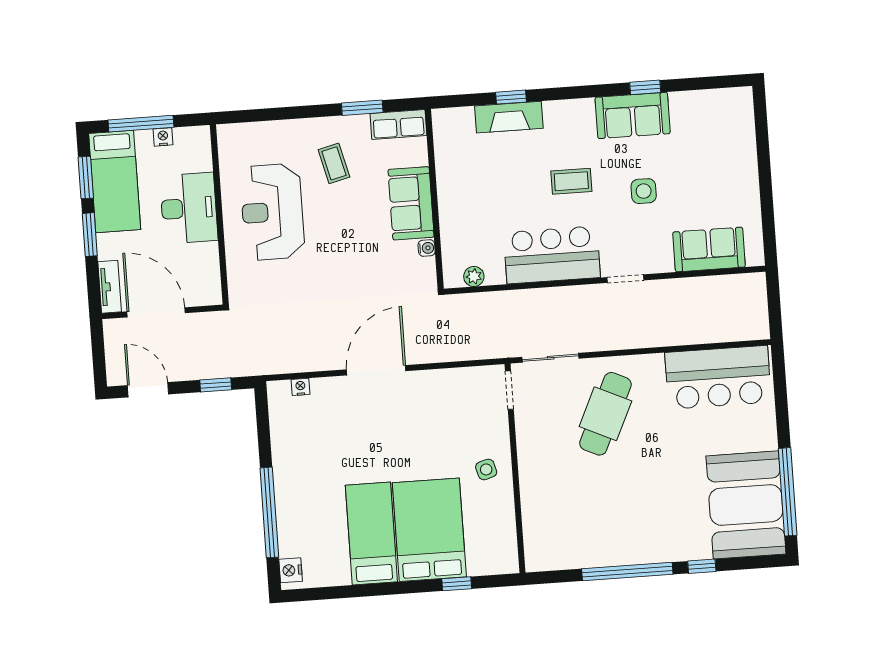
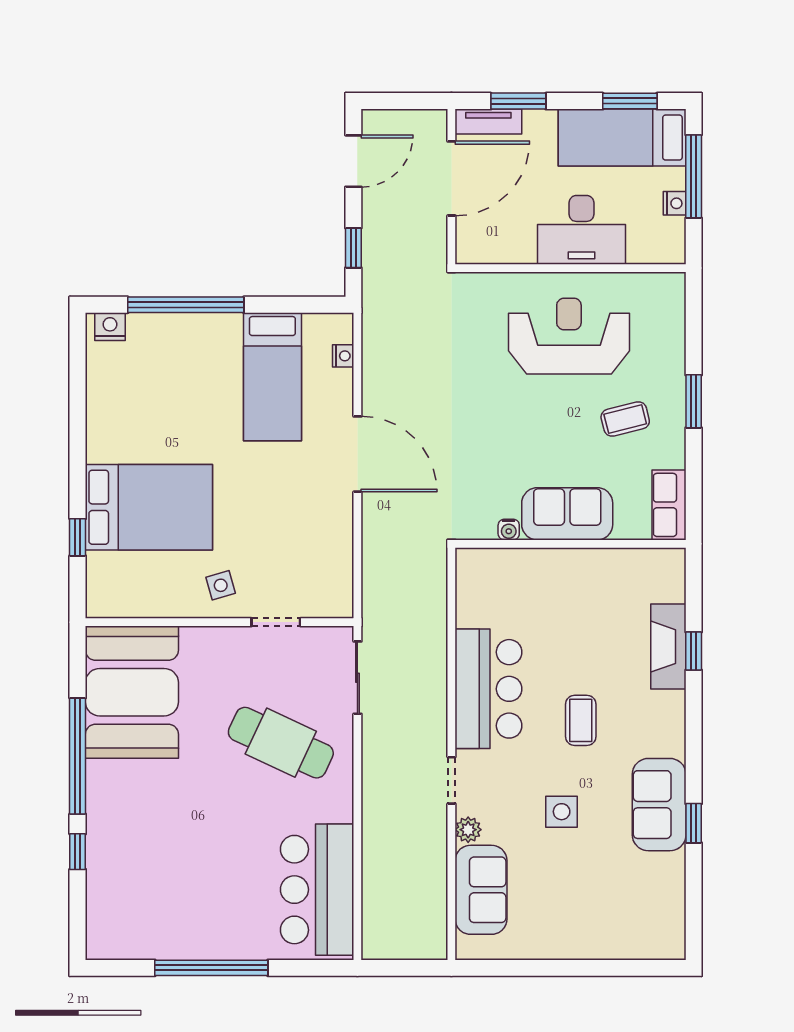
window: (362, 108) -> (694, 401), moved
window: (90, 235) -> (518, 101), moved
plant: (474, 276) -> (468, 830), moved
doorway: (509, 390) -> (276, 622), moved
window: (788, 492) -> (211, 968), moved
booth: (746, 505) -> (132, 692), moved, turned 90
bed: (371, 533) -> (272, 377), moved, turned 90

